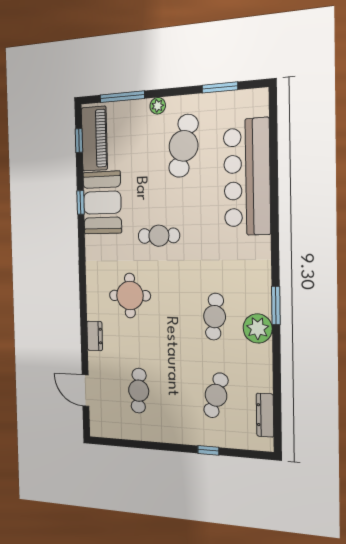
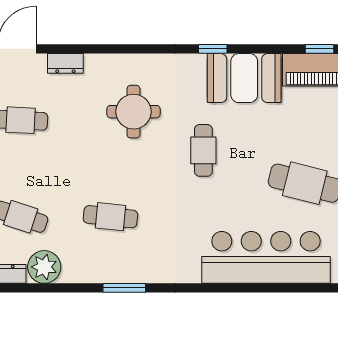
window: (81, 202) -> (213, 49), moved
plant: (258, 328) -> (44, 267), moved
dresser: (95, 336) -> (65, 63), moved

